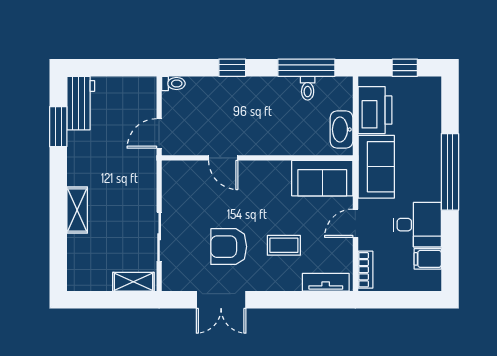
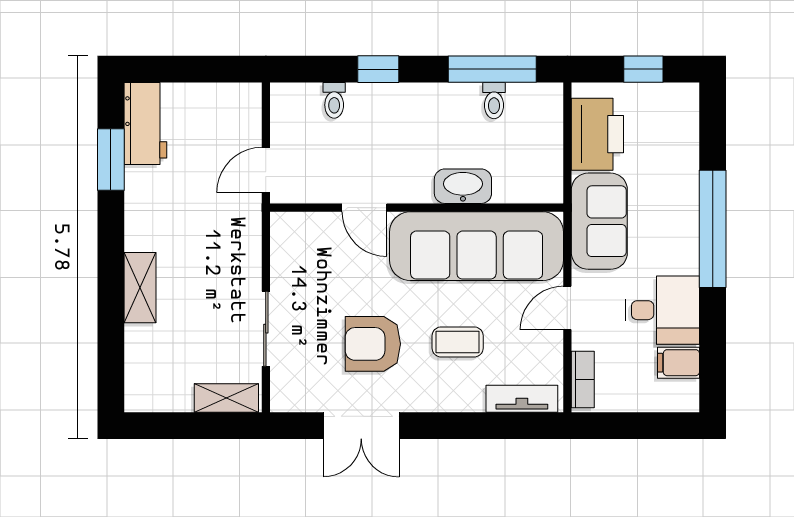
toilet: (173, 84) -> (334, 100), moved, turned 90
washbasin: (342, 129) -> (463, 186), moved, turned 90
sofa: (322, 178) -> (477, 246), width x1.85, depth x1.27

